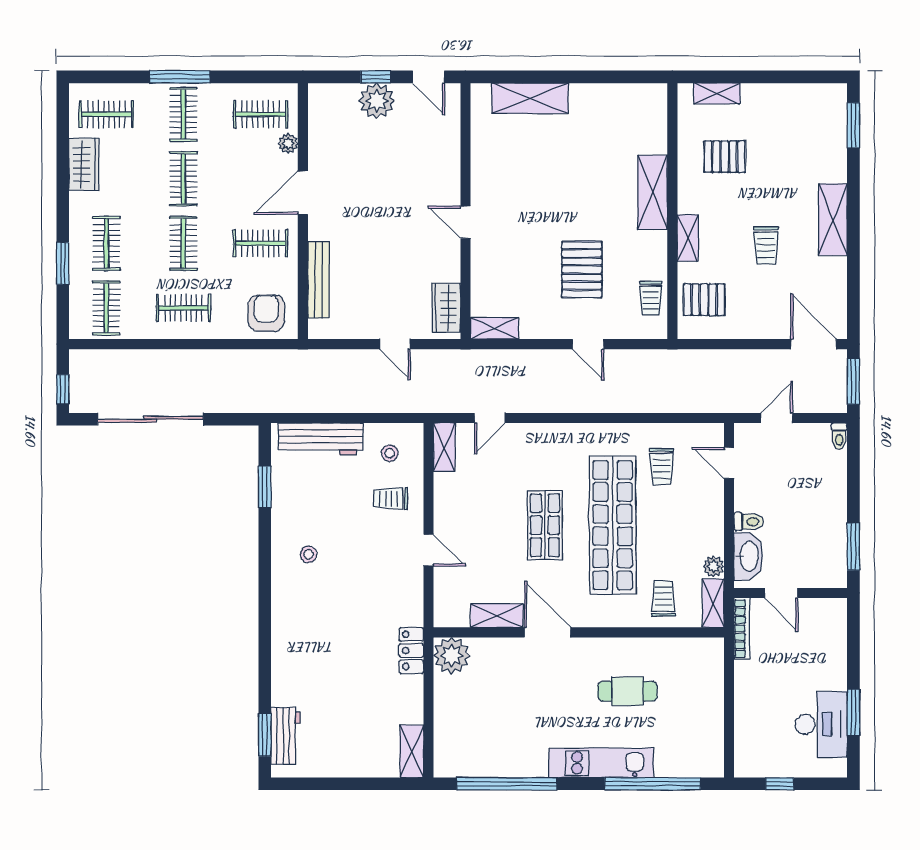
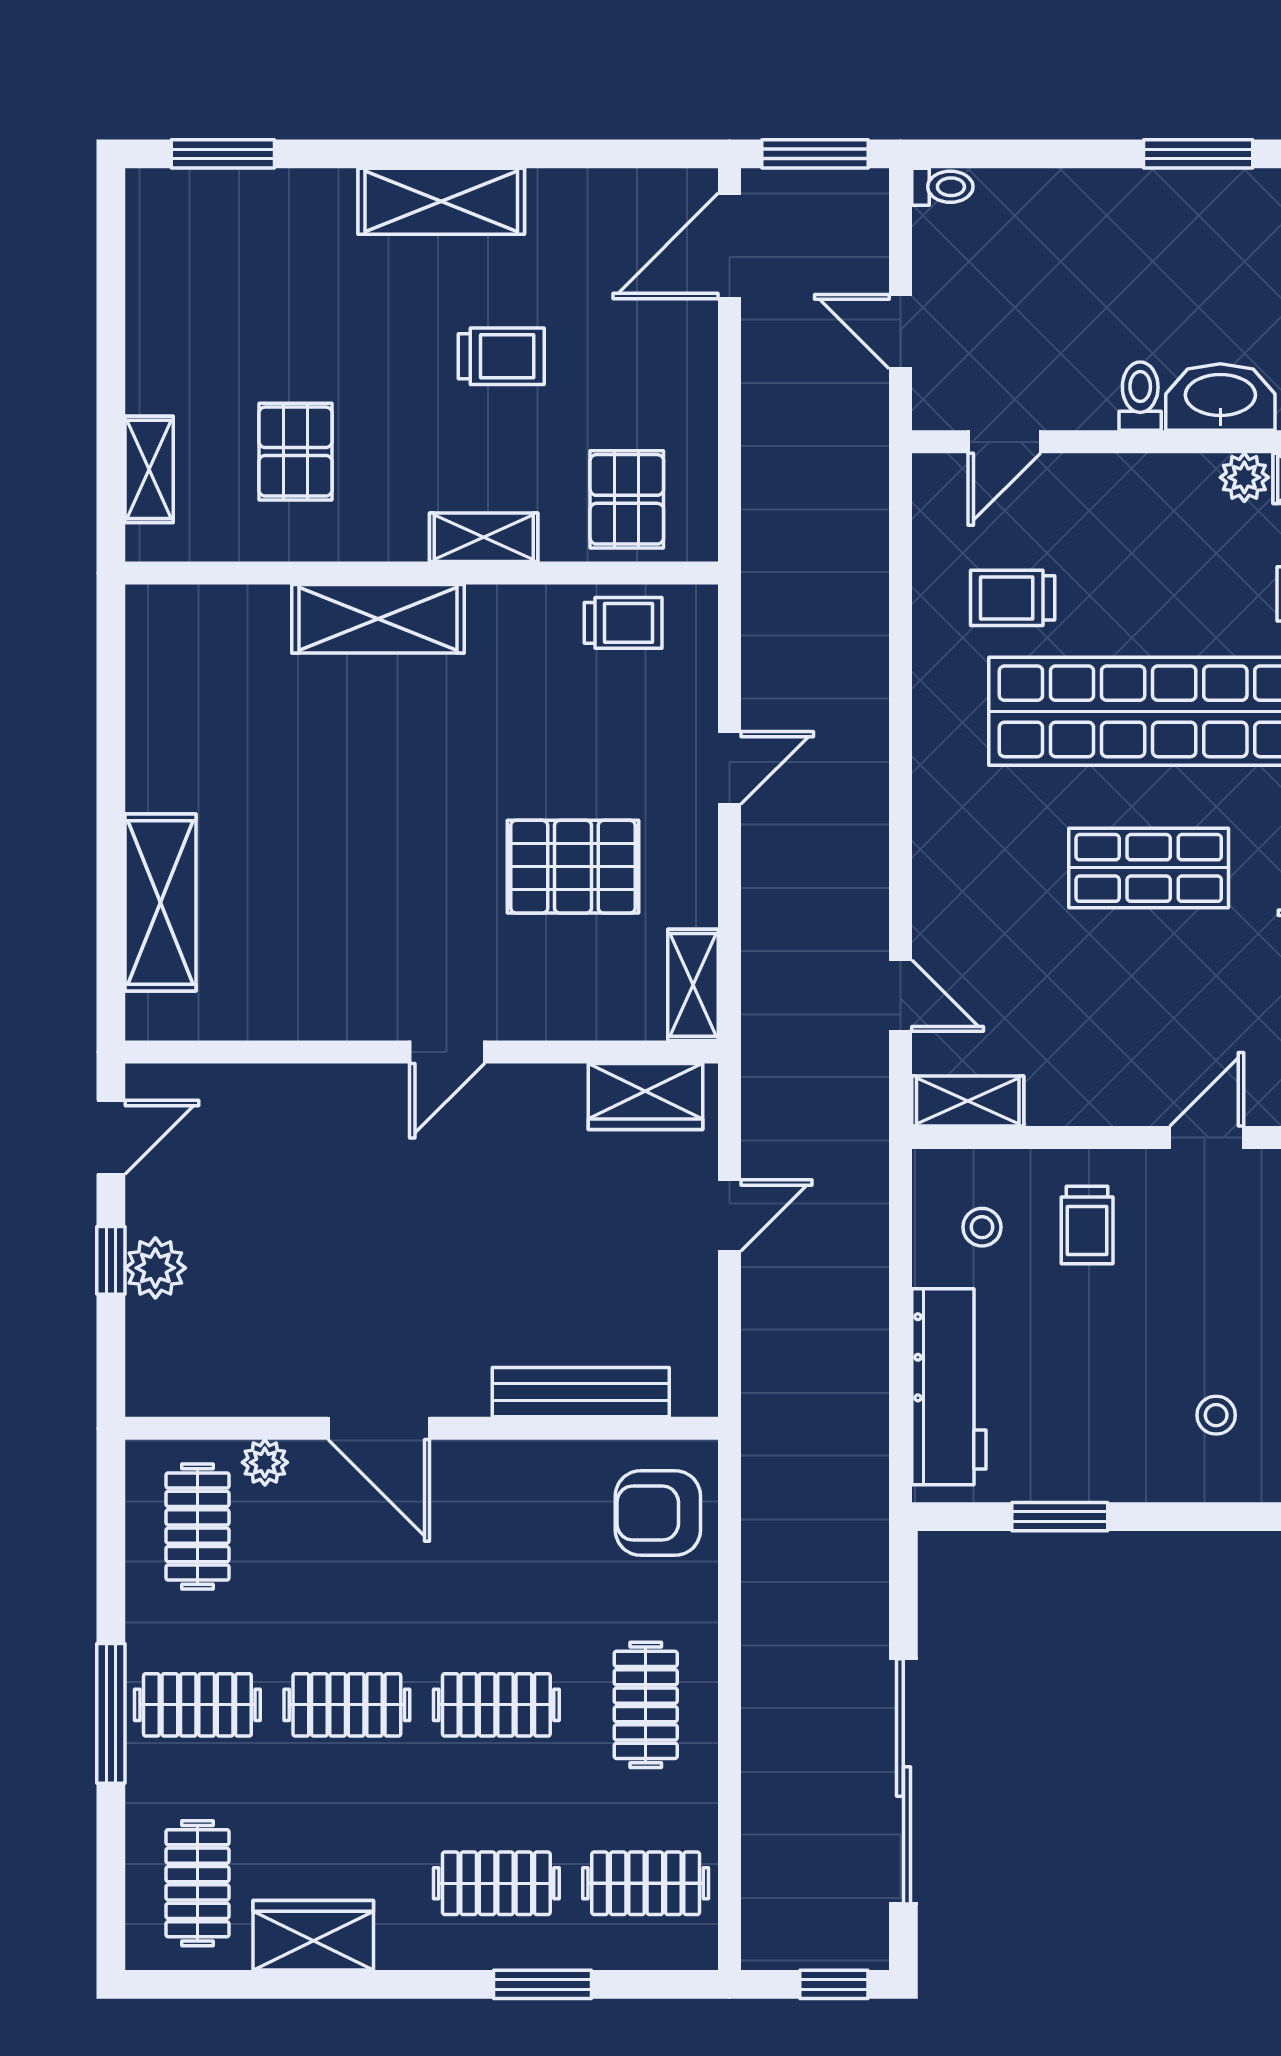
plant: (377, 101) -> (155, 1268), width x0.73, depth x0.73
clothes rail: (260, 243) -> (496, 1526), removed
pallet: (582, 270) -> (573, 867), moved
trolley: (662, 466) -> (1013, 598), turned 180

